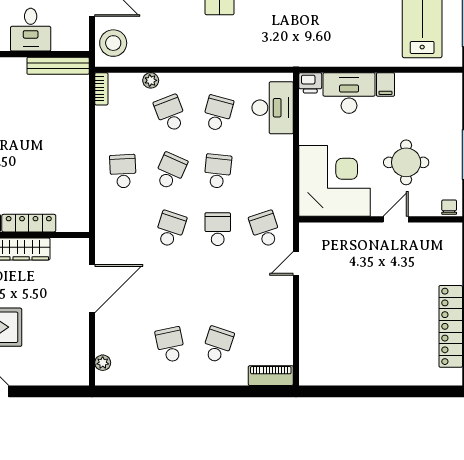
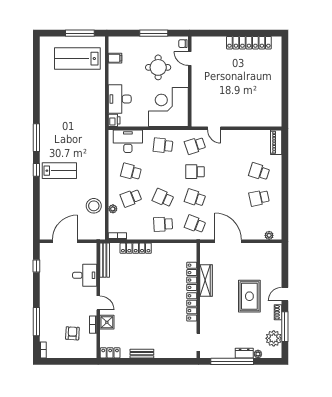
stool: (113, 43) -> (94, 206), moved
filing cabinet: (385, 85) -> (115, 58), moved
locker: (80, 122) -> (136, 248), added
school desk: (218, 171) -> (163, 145), moved
door: (396, 219) -> (190, 59), moved
school desk: (123, 229) -> (195, 224), added

